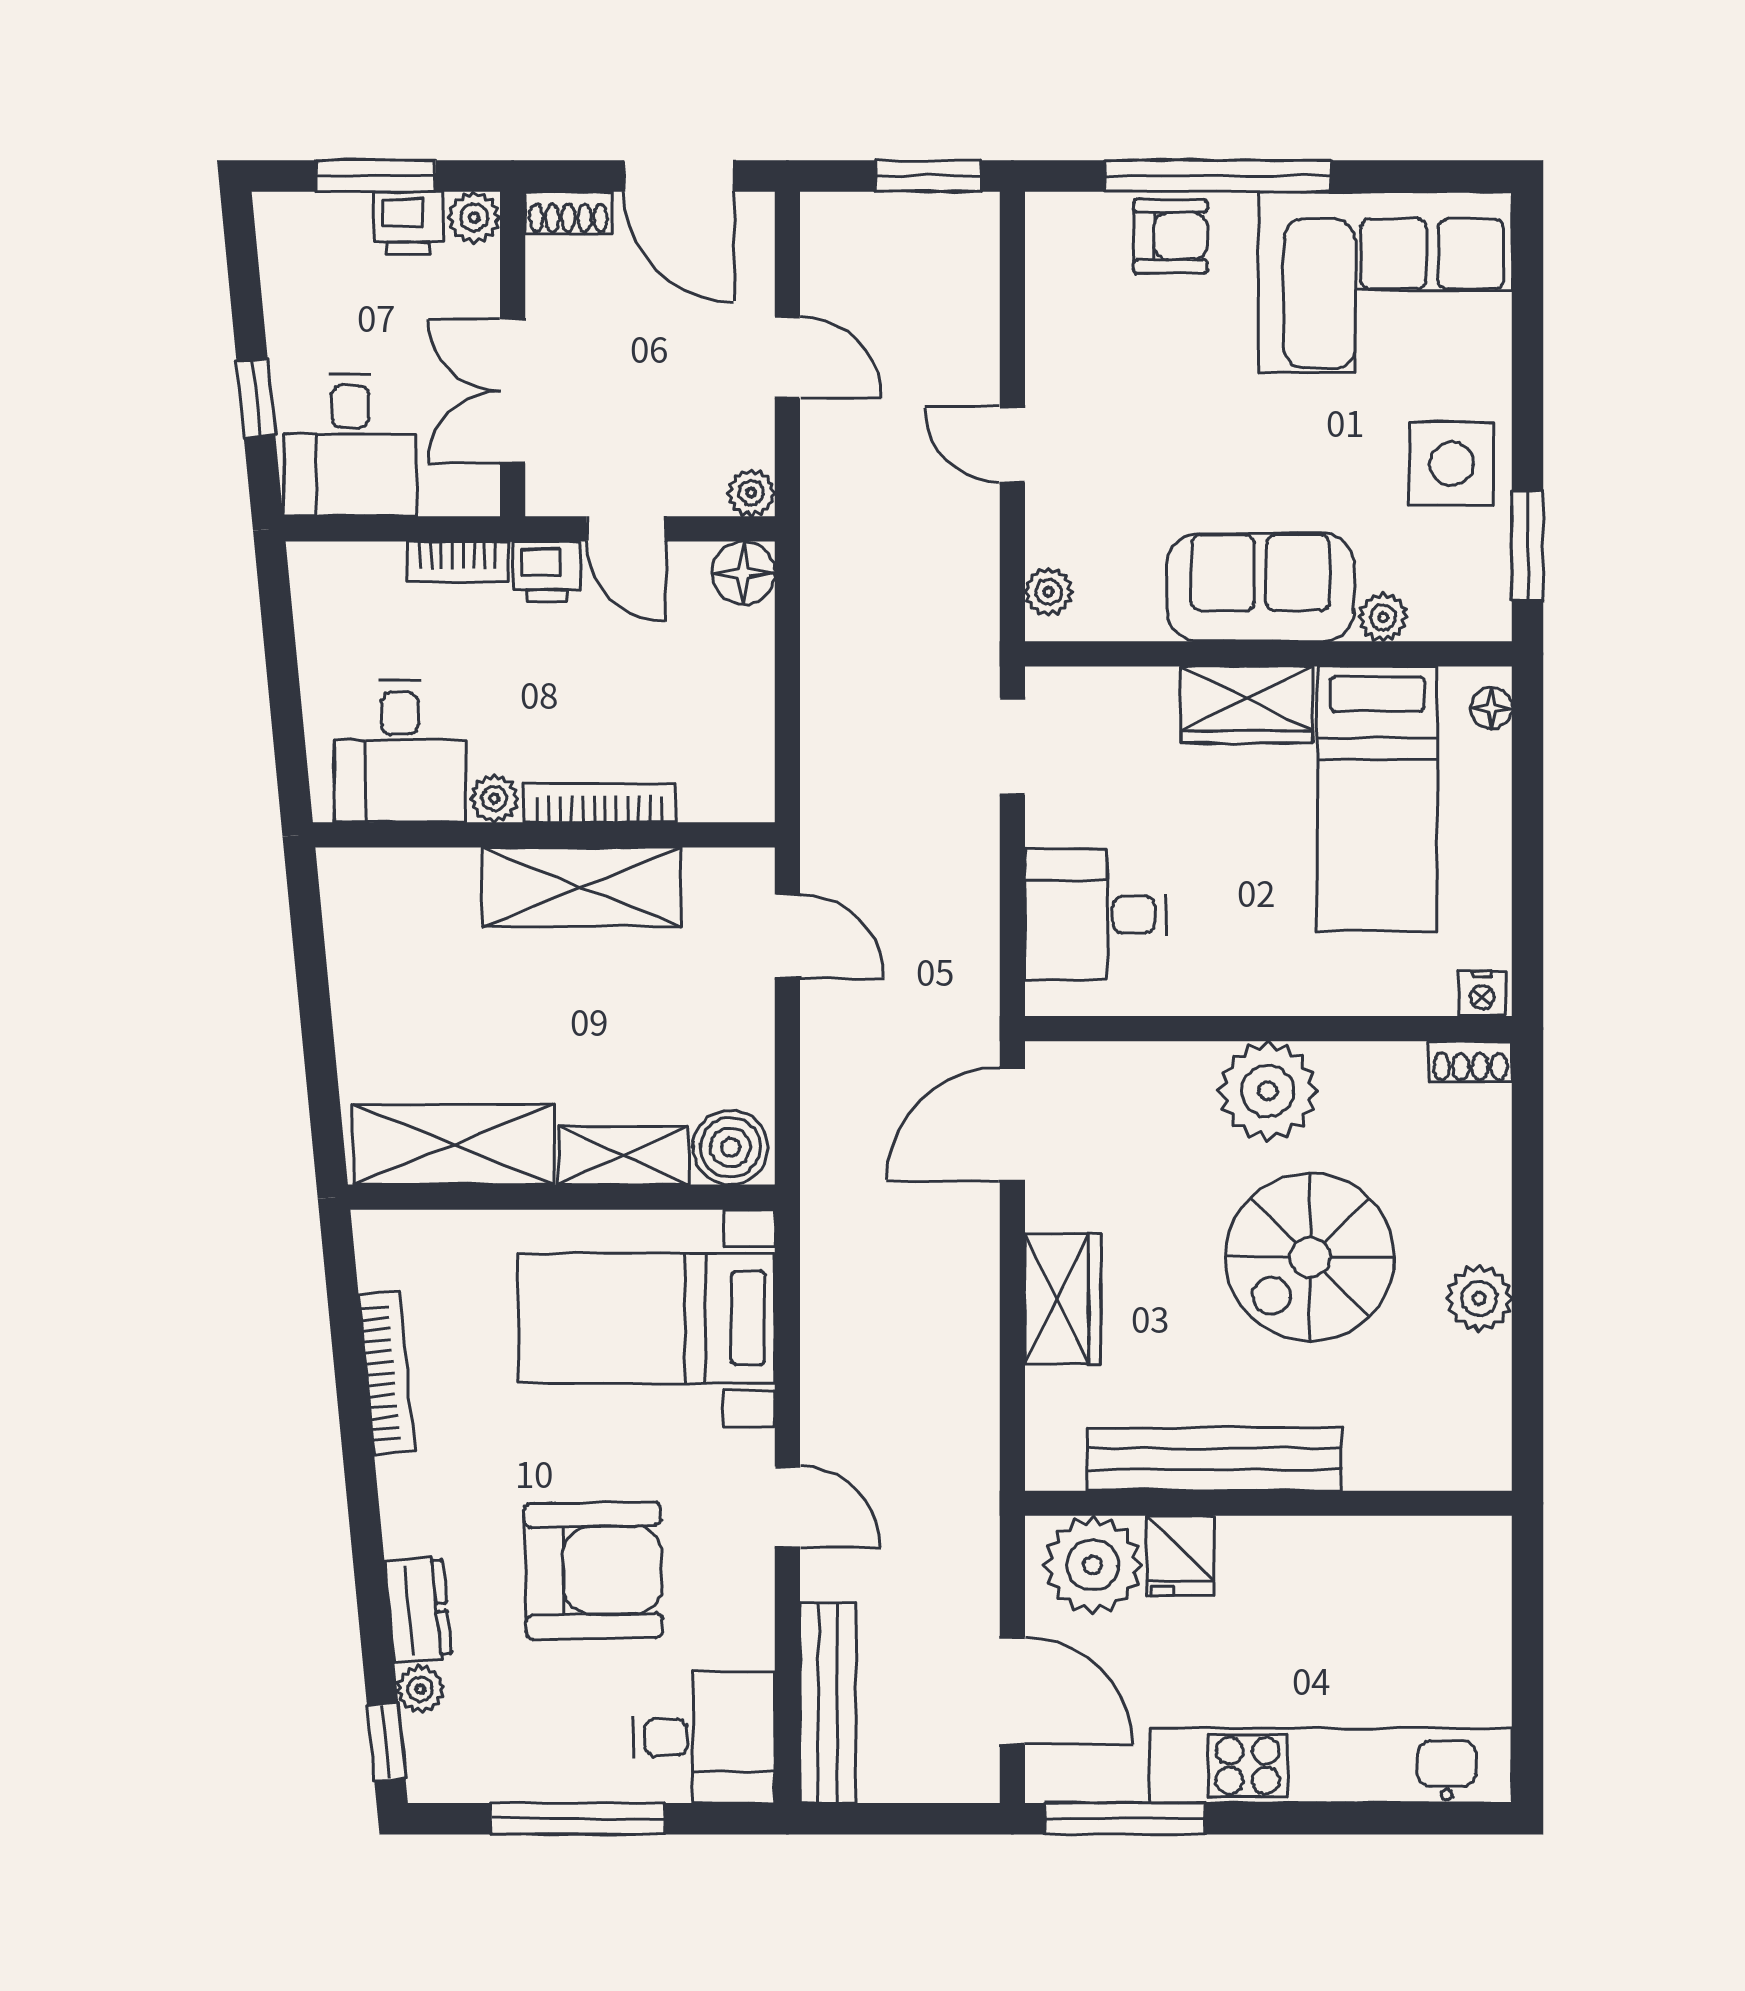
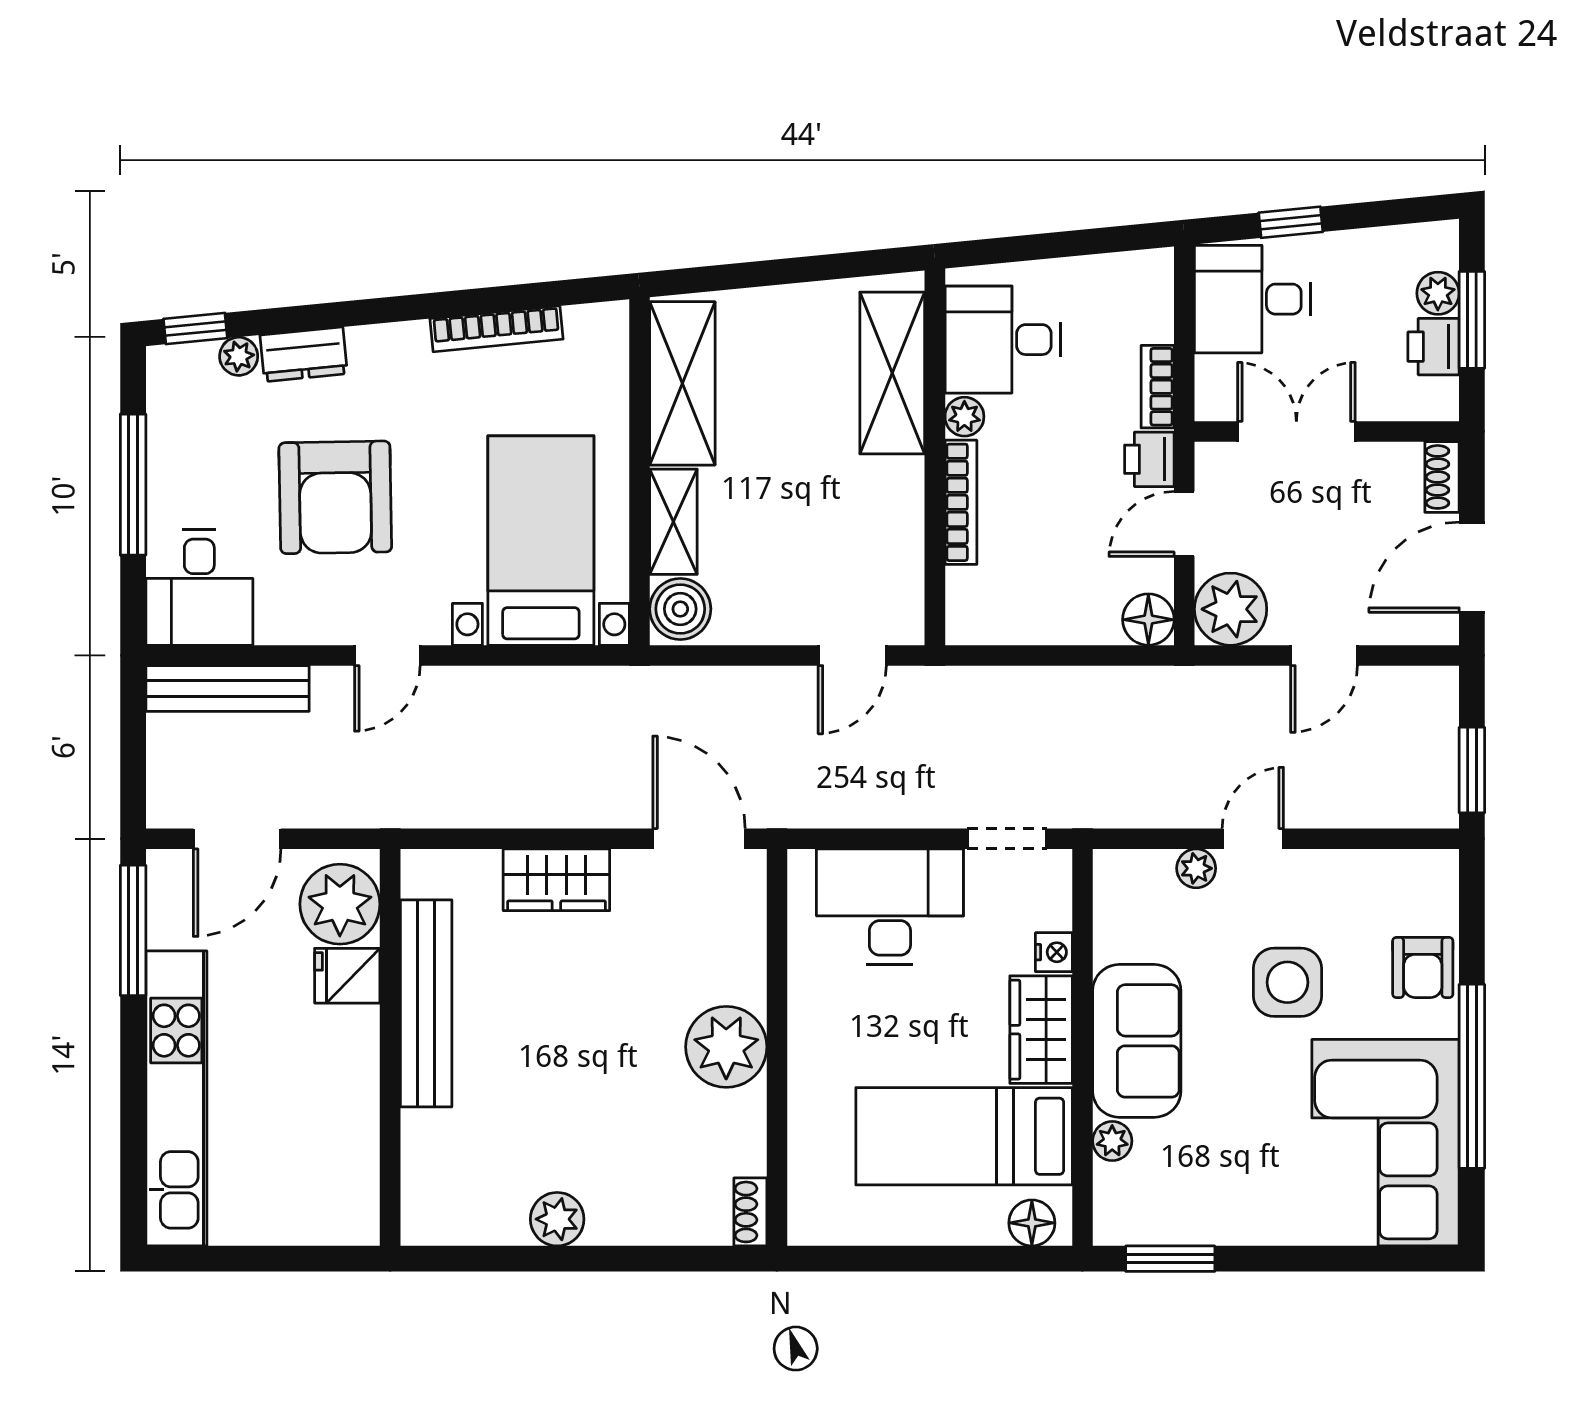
window: (1218, 176) -> (1472, 1076), moved
plant: (474, 218) -> (1438, 293), moved
side table: (1452, 464) -> (1287, 982), moved
plant: (751, 493) -> (1231, 609), width x1.87, depth x1.87
plant: (1049, 592) -> (1196, 868), moved
floor lamp: (1491, 708) -> (1032, 1223), width x1.37, depth x1.37
shelving: (582, 887) -> (892, 373), moved
desk: (1096, 914) -> (890, 907), width x1.37
nightstand: (1482, 993) -> (1054, 952), moved, turned 180
spiral stairs: (1310, 1257) -> (591, 1081), removed

